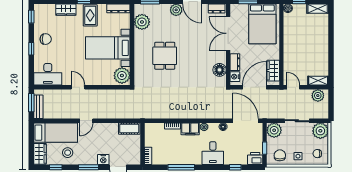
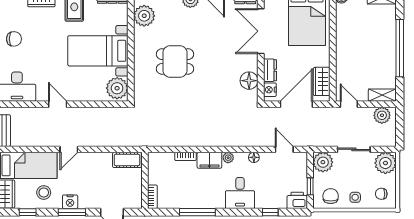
window: (331, 46) -> (400, 48), added
dining table: (165, 56) -> (175, 61), turned 90
door: (246, 121) -> (284, 149), width x0.53
nightstand: (103, 159) -> (70, 202), moved

